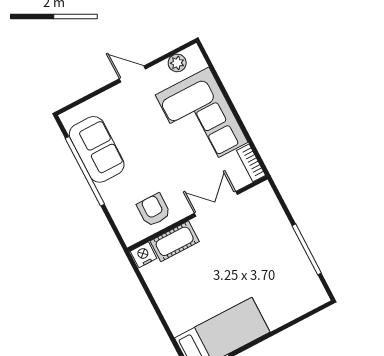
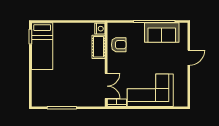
plant: (177, 63) -> (183, 92), removed
door: (132, 74) -> (189, 58), moved
double door: (216, 204) -> (106, 86), moved

